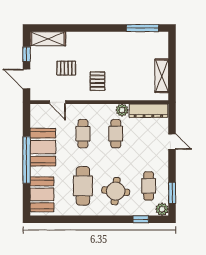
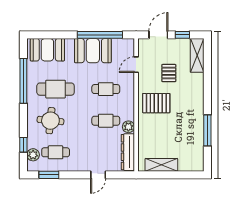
window: (142, 28) -> (207, 130), moved
pallet: (97, 81) -> (156, 103), width x1.50, depth x1.42
window: (27, 160) -> (100, 35), moved
plant: (162, 209) -> (33, 155), moved
window: (74, 219) -> (23, 81), added

